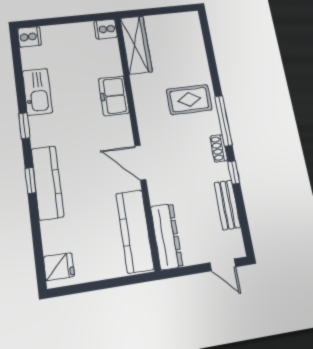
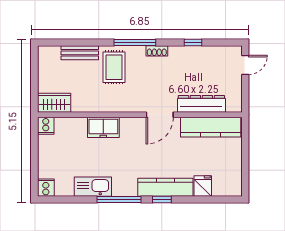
wardrobe: (136, 45) -> (54, 103), width x0.67
window: (24, 126) -> (119, 200), width x2.17
window: (234, 172) -> (193, 43), moved
bench: (227, 205) -> (80, 53), moved
dresser: (167, 236) -> (201, 104), moved
fridge: (59, 267) -> (203, 186), moved

